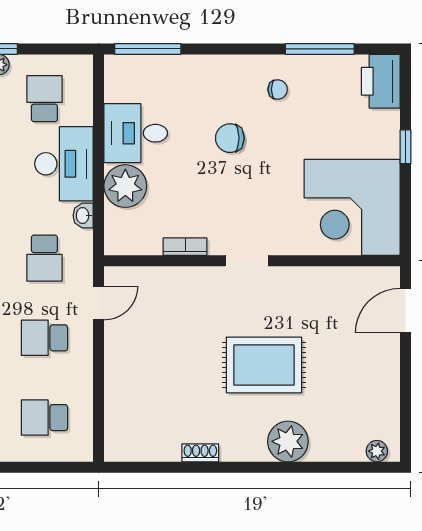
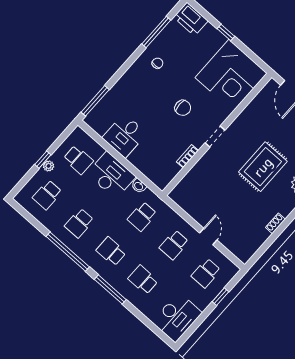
school desk: (44, 99) -> (78, 160), turned 180
chair: (230, 138) -> (183, 108), moved, turned -90
plant: (125, 186) -> (142, 159), removed
school desk: (44, 258) -> (142, 216), turned 90
door: (99, 303) -> (208, 237), moved
window: (30, 467) -> (220, 297), added

